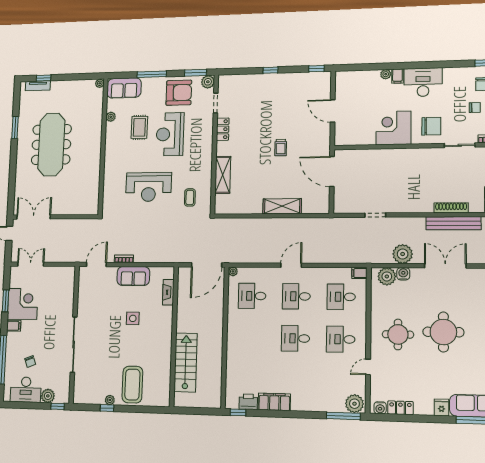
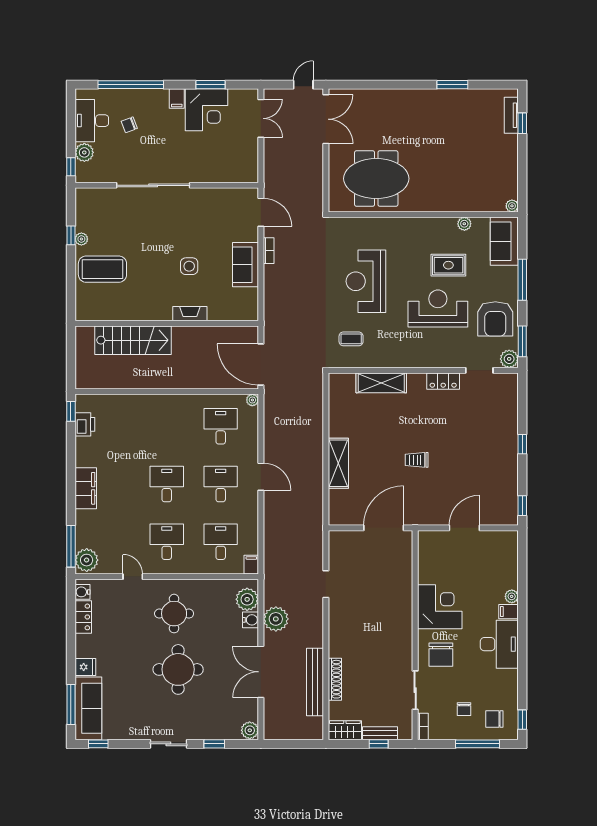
meeting table: (51, 144) -> (376, 179), moved, width x0.73
double door: (445, 266) -> (261, 672), swing flipped
fireplace: (168, 292) -> (190, 314), moved
filing cabinet: (274, 402) -> (86, 488), moved

